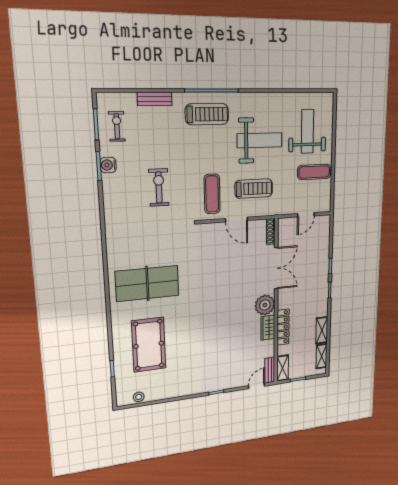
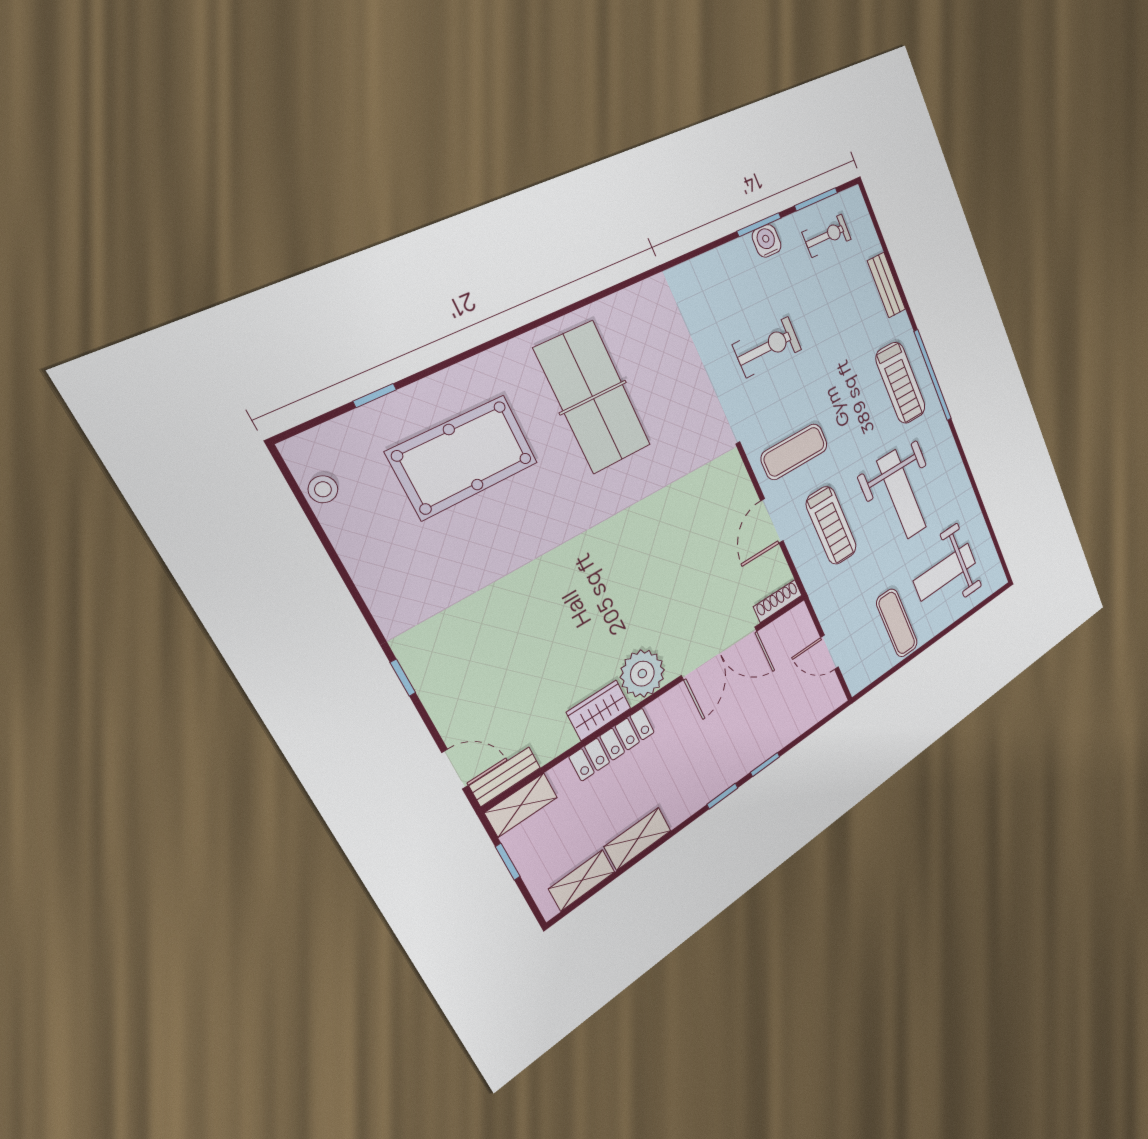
weight bench: (307, 131) -> (945, 572), turned 180

